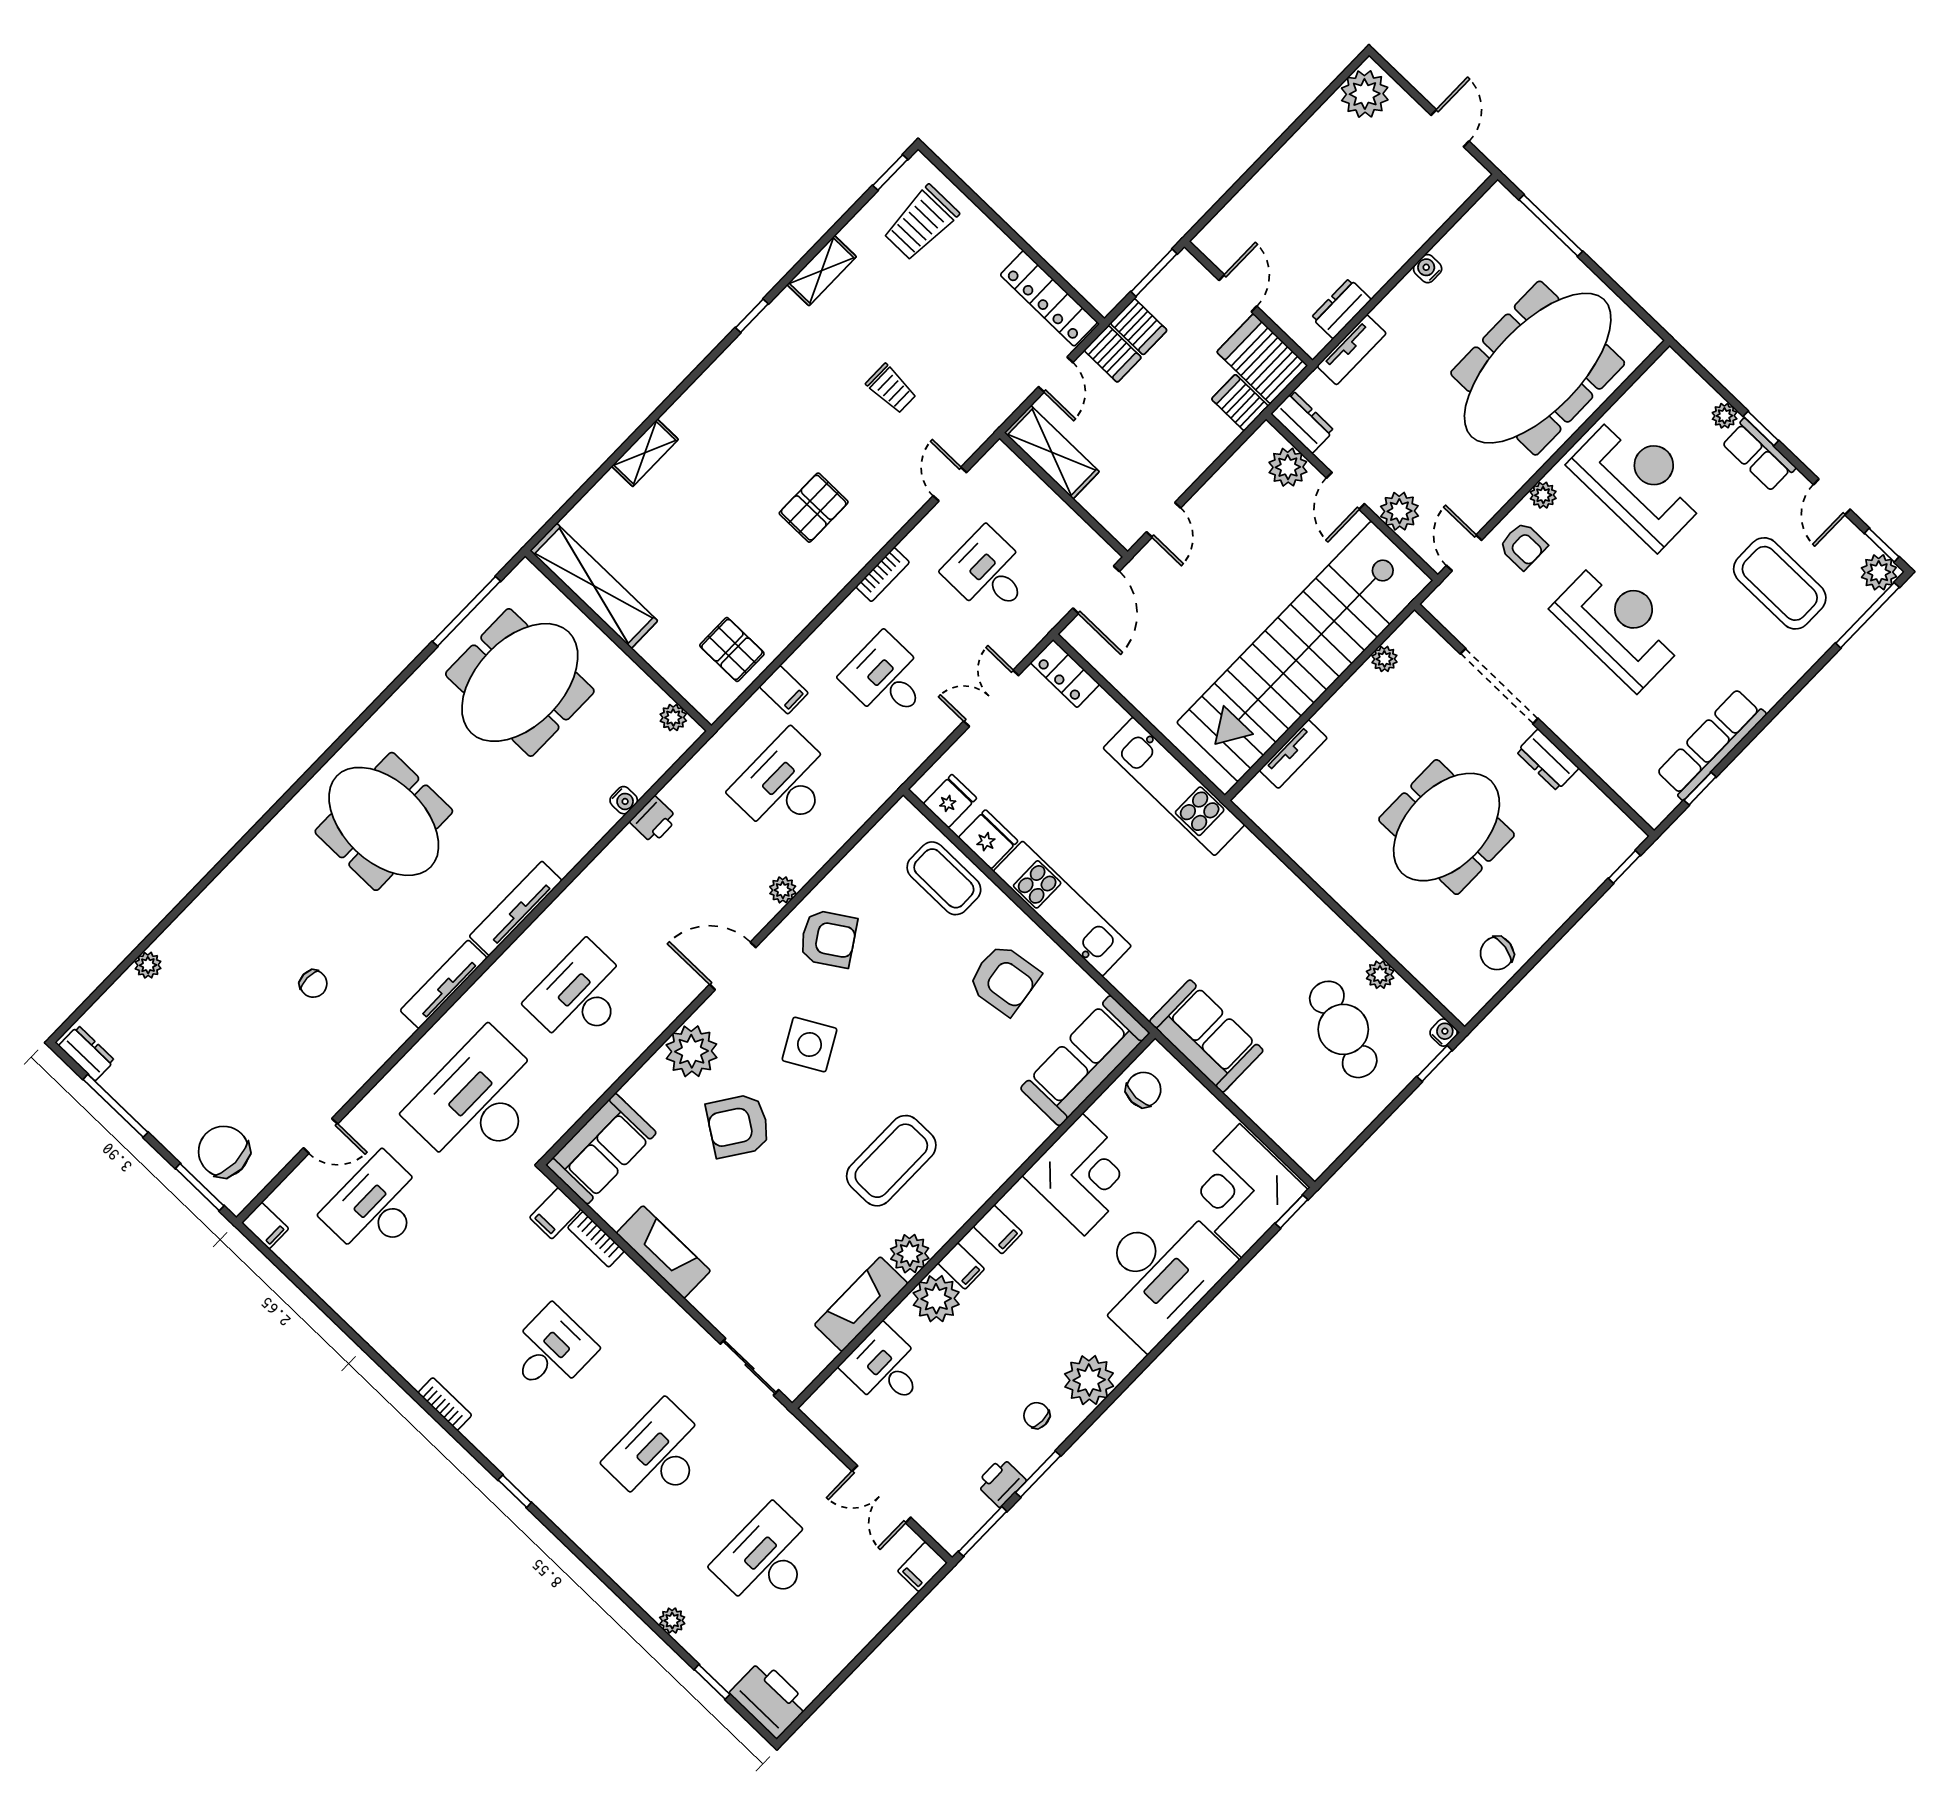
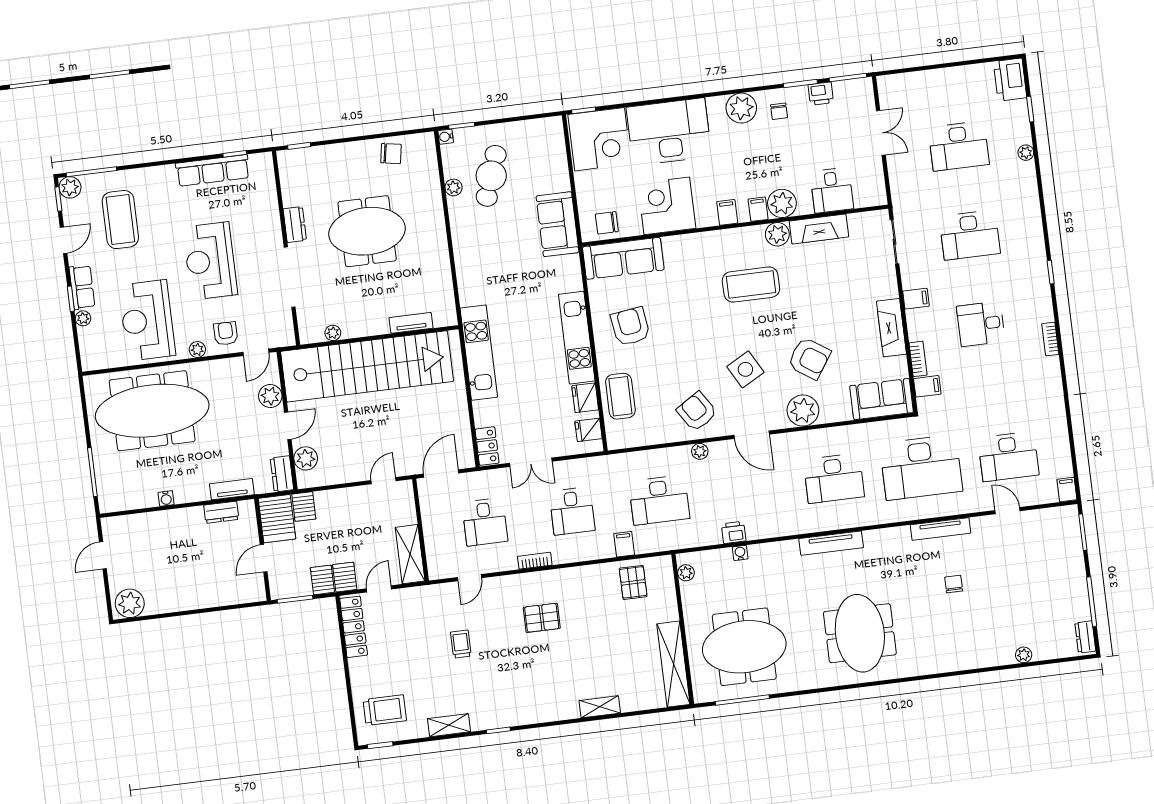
tv unit: (444, 984) -> (941, 529), moved
chair: (224, 1151) -> (1058, 540), removed
filing cabinet: (922, 1567) -> (916, 299), moved

